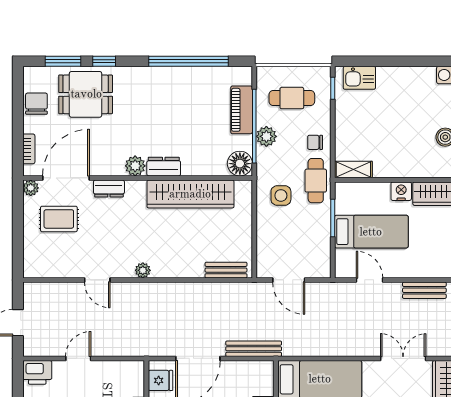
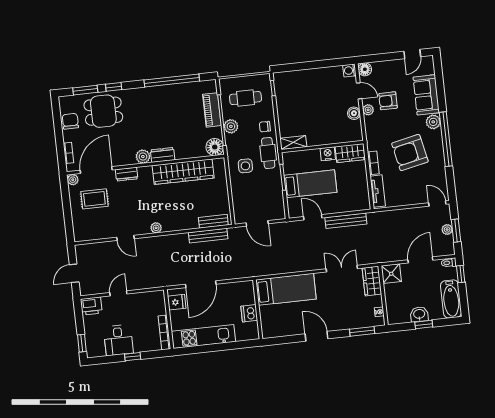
kitchen sink: (359, 78) -> (290, 79), removed
bench: (424, 290) -> (346, 221), width x1.36
bench: (254, 349) -> (208, 236), moved

